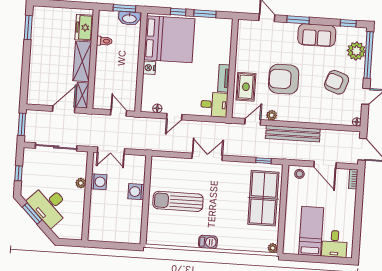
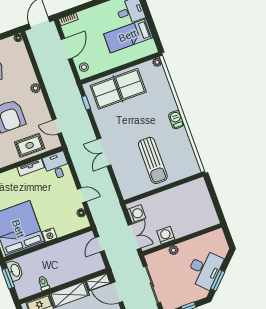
plant: (272, 115) -> (35, 88), moved
bench: (293, 134) -> (52, 88), removed
washing machine: (136, 192) -> (136, 214), moved, turned -90

